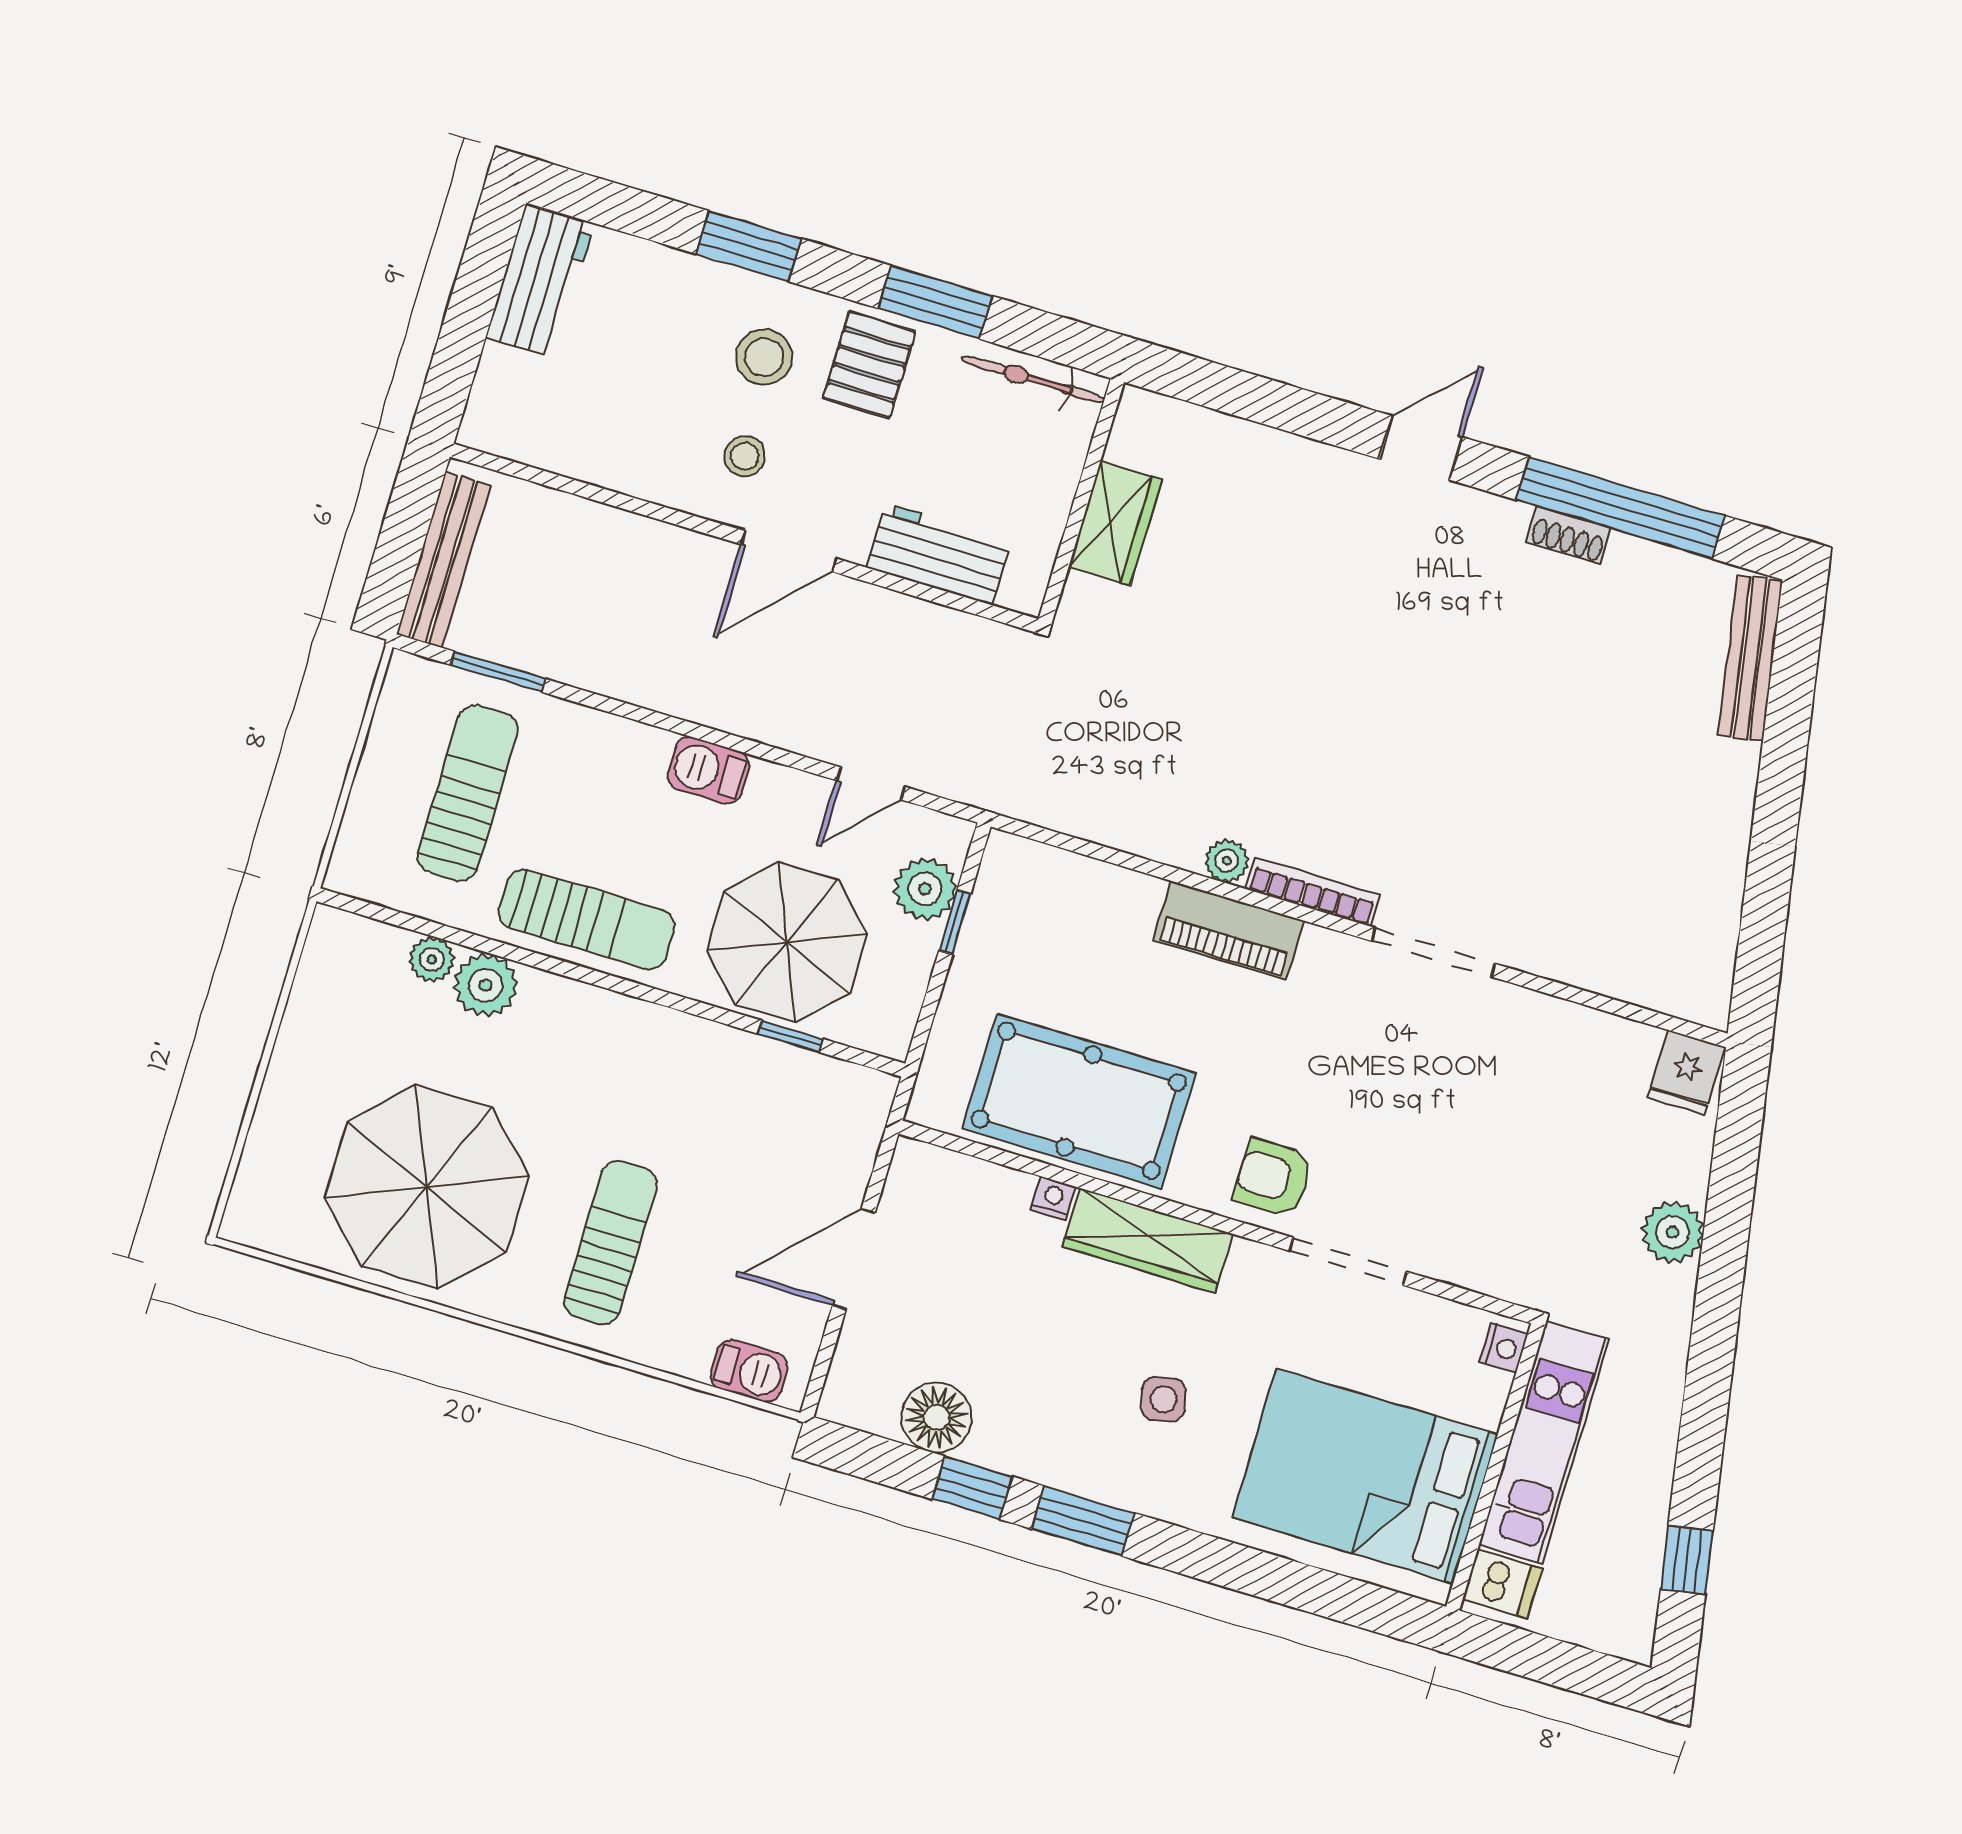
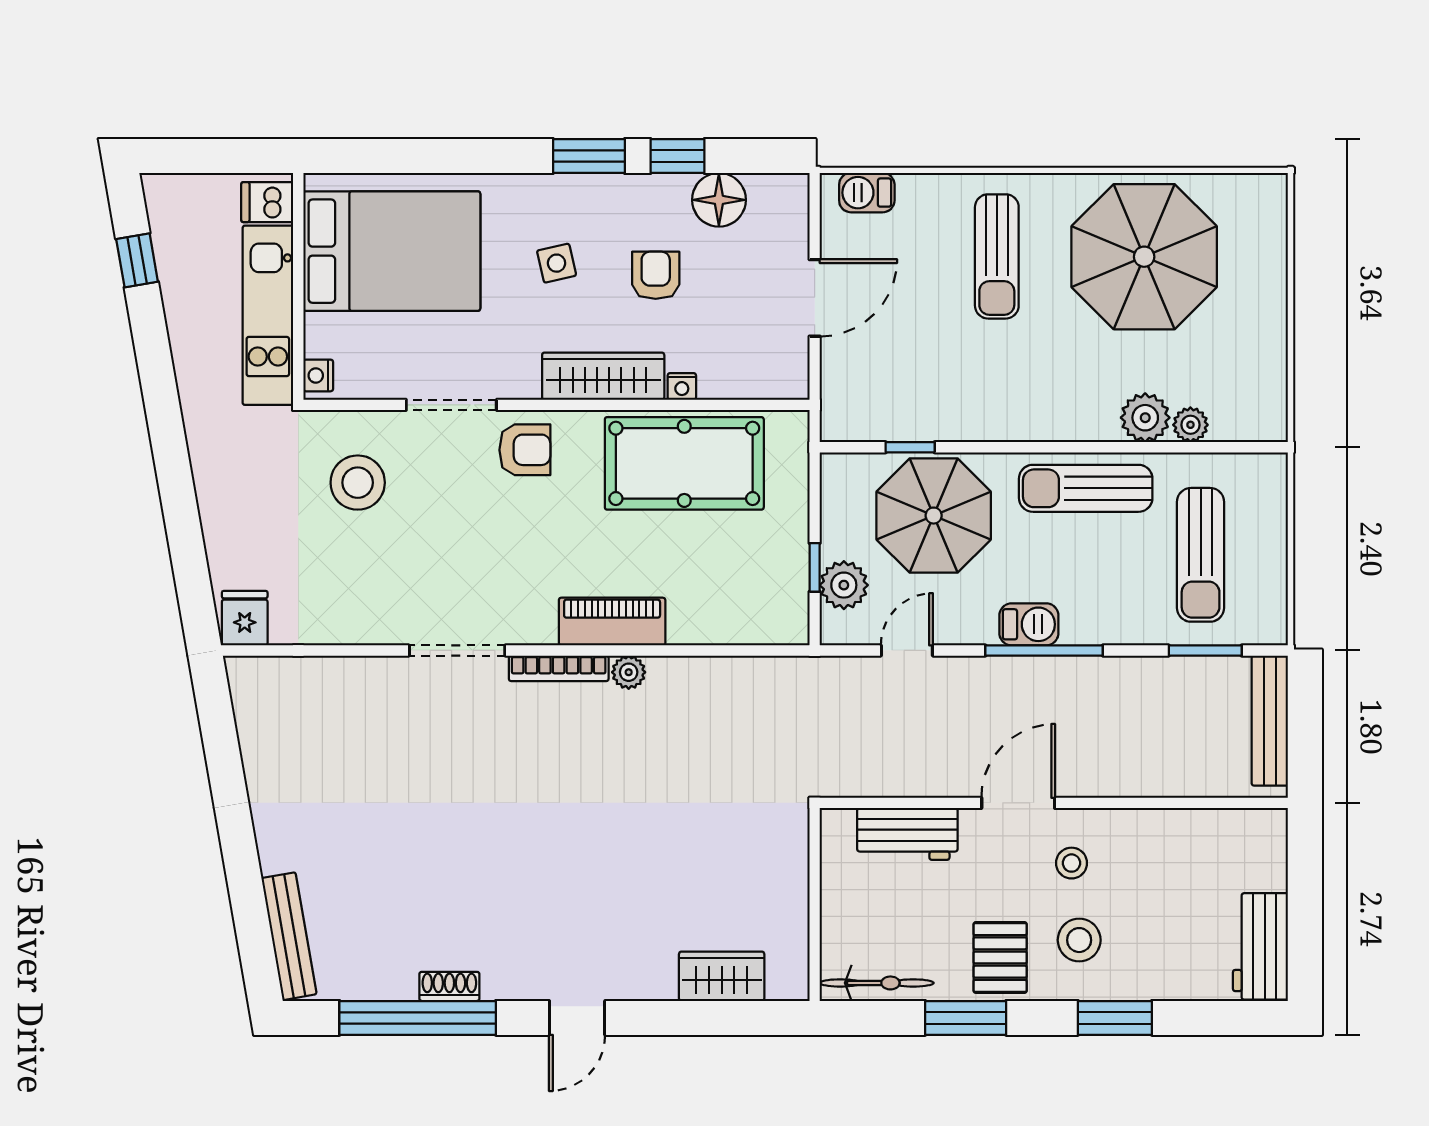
wardrobe: (1115, 523) -> (722, 976), moved, turned 90
window: (699, 732) -> (1044, 650), added
stool: (1494, 1199) -> (358, 483), added
plant: (1673, 1232) -> (220, 498), removed
armchair: (1044, 1347) -> (656, 275), added

